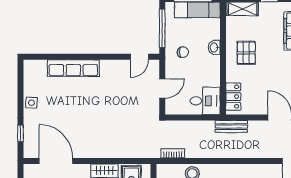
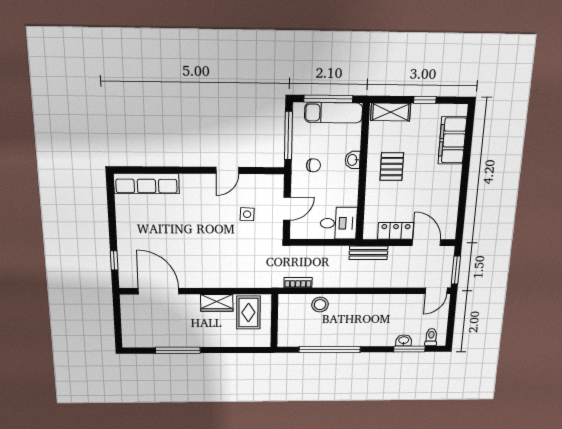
door: (139, 57) -> (227, 170), moved
row of seats: (73, 68) -> (146, 184), moved
locker: (233, 97) -> (396, 231), moved, turned -90
side table: (31, 103) -> (247, 214), moved

